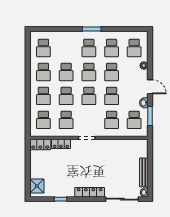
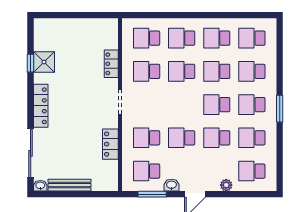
school desk: (89, 96) -> (252, 71), moved
locker: (40, 144) -> (110, 144), moved
shower: (37, 186) -> (44, 62), moved

